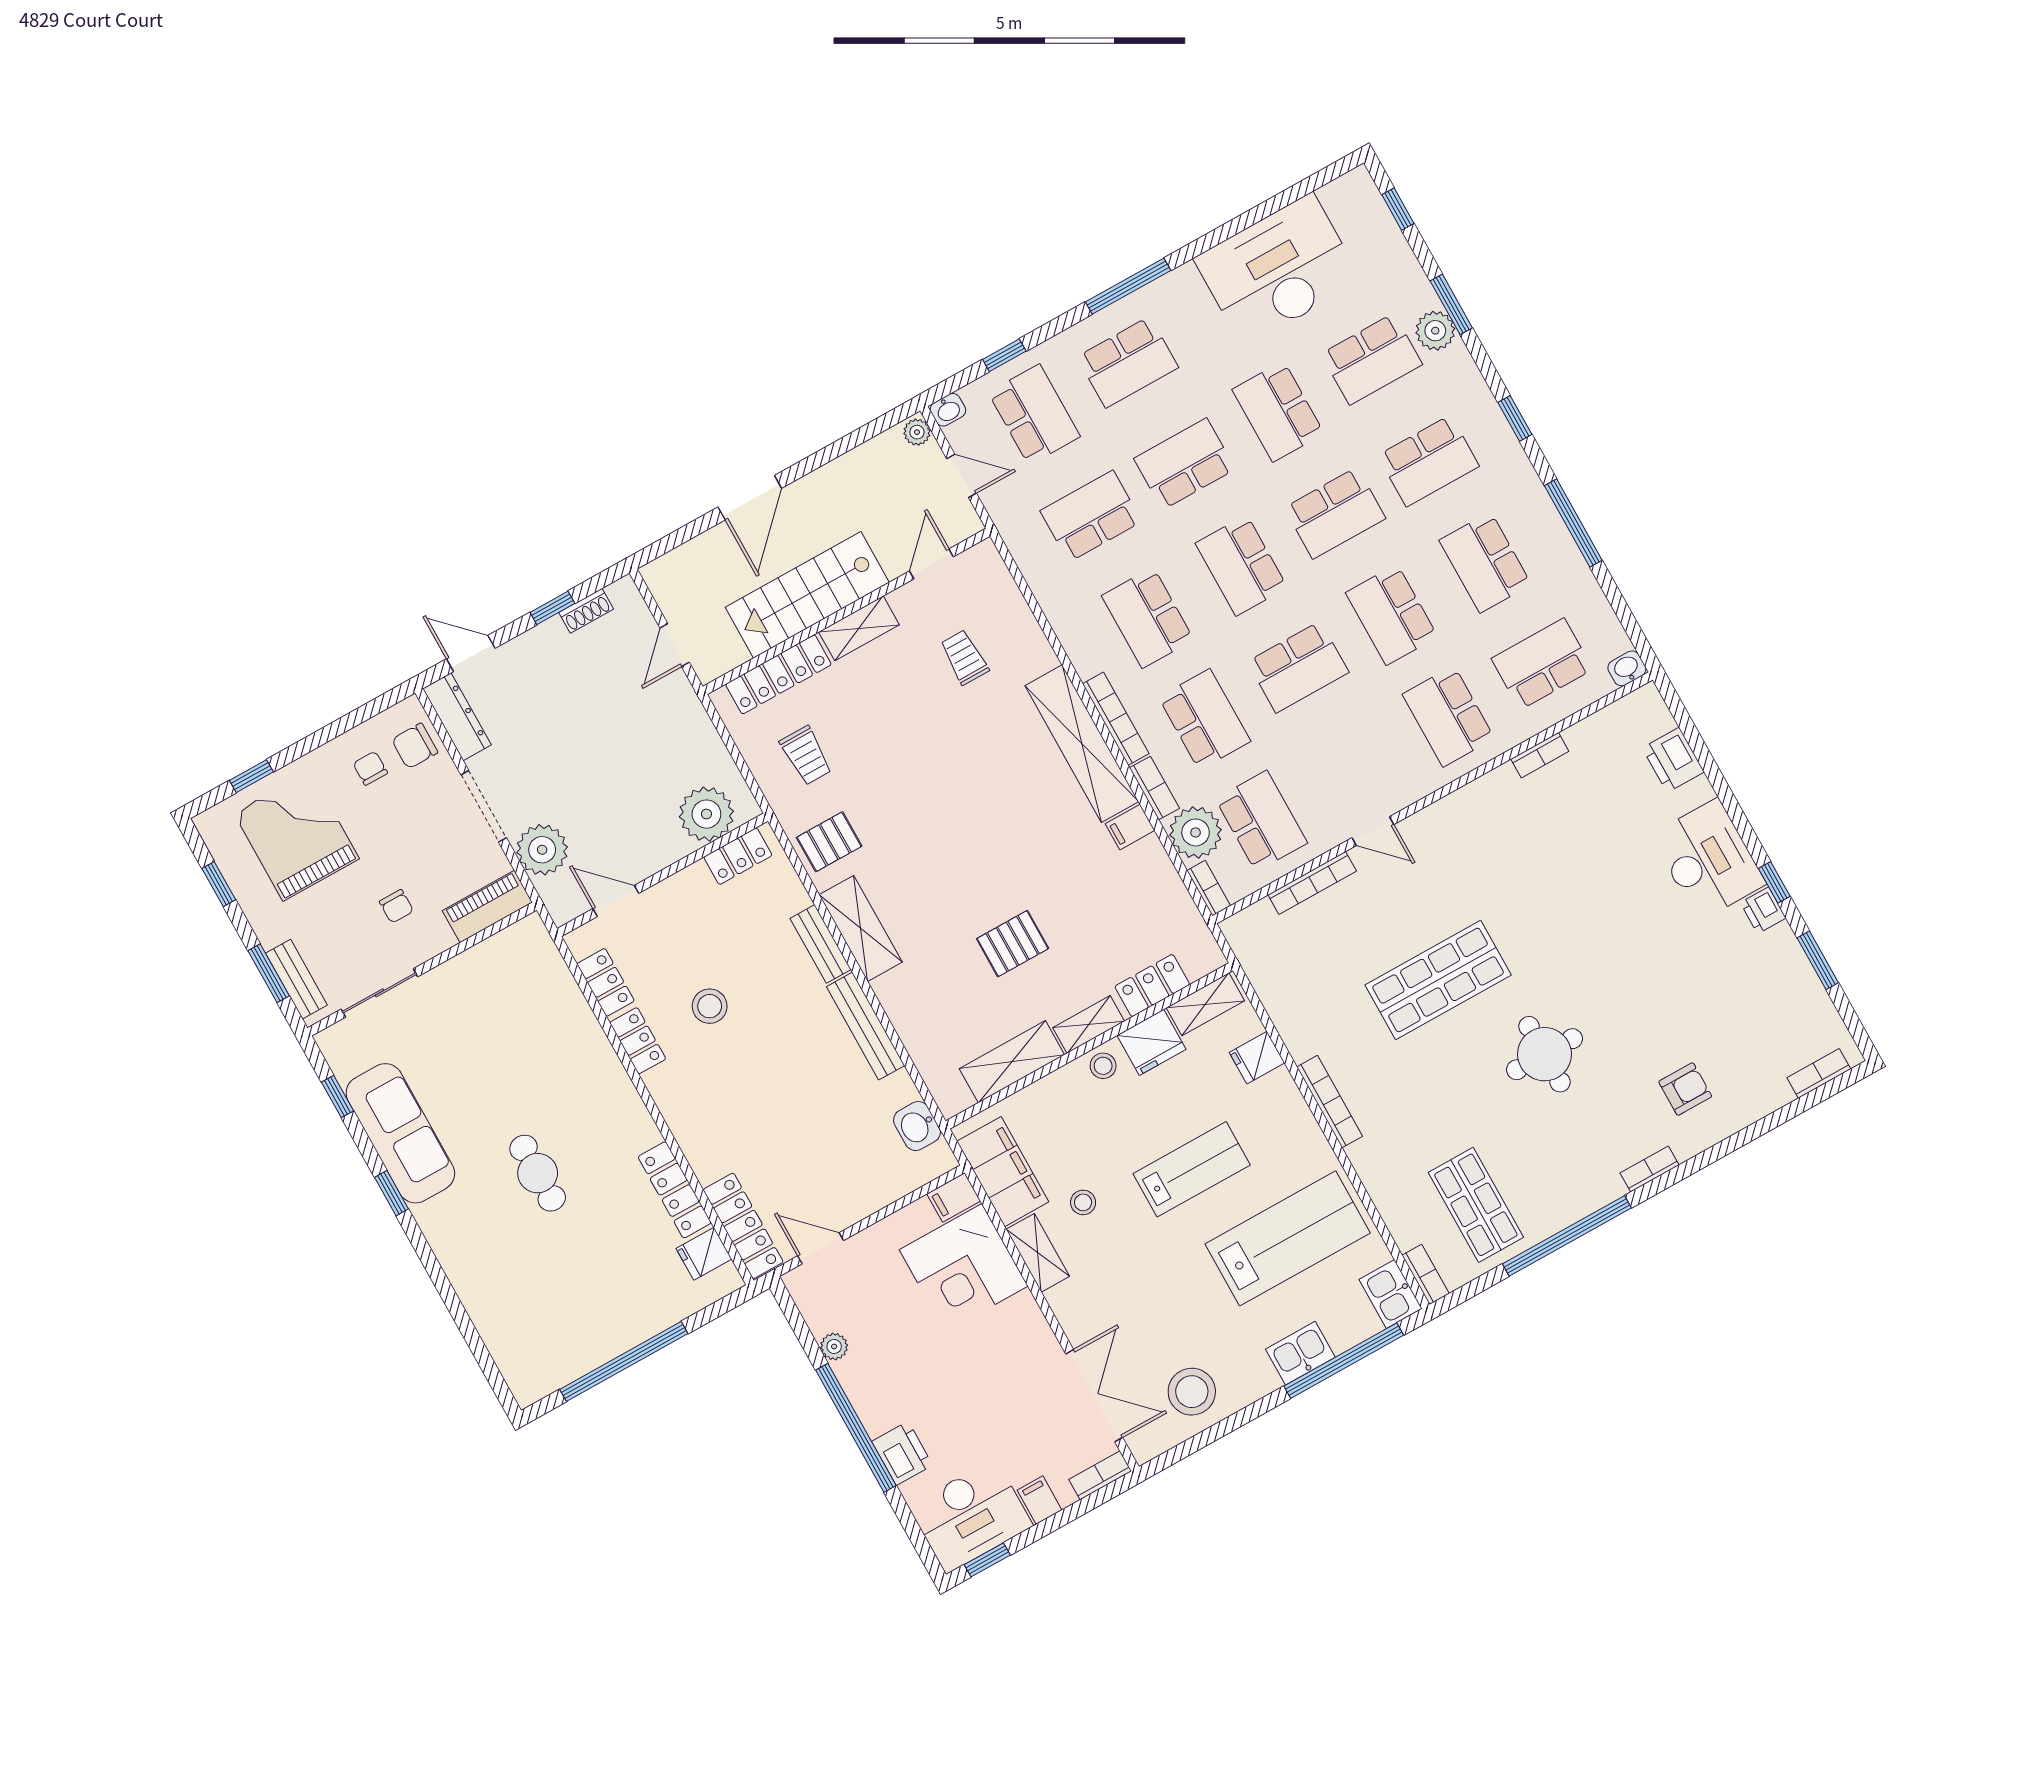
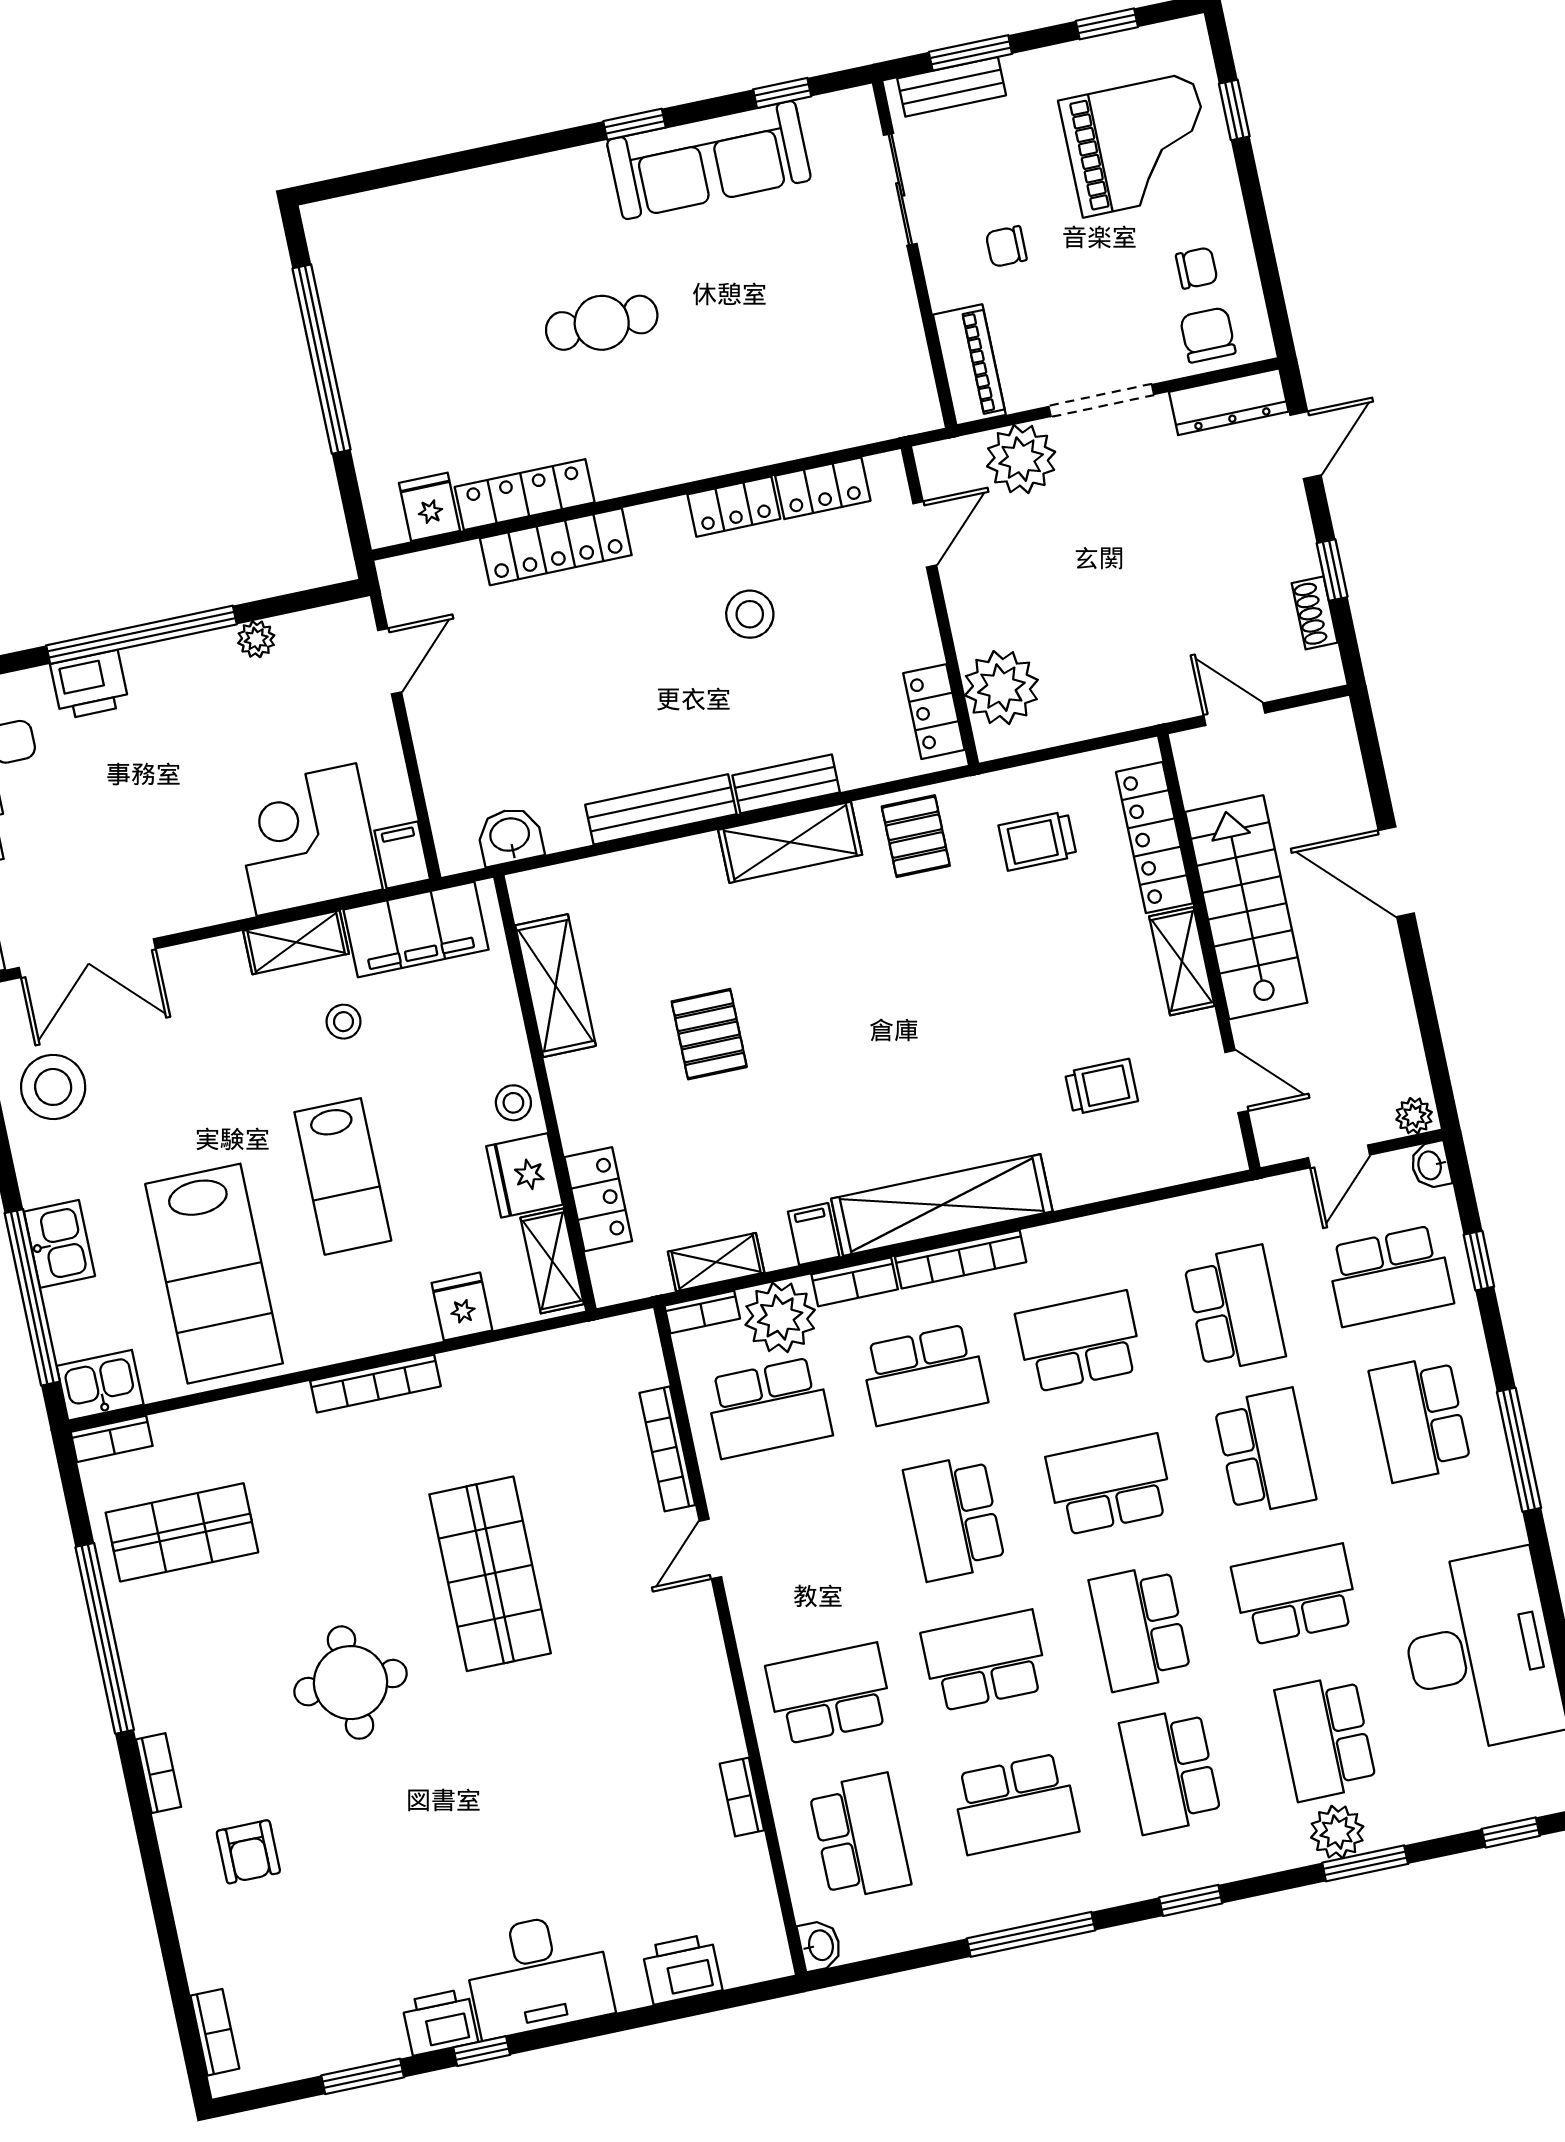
school desk: (1485, 562) -> (1015, 1804), turned 180
printer: (1763, 910) -> (440, 2022), width x1.36, depth x1.24
shelving: (1089, 1024) -> (716, 1262), moved, turned 90
locker: (743, 1226) -> (556, 547), moved

